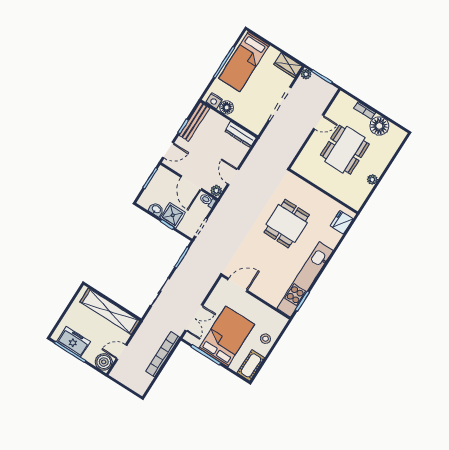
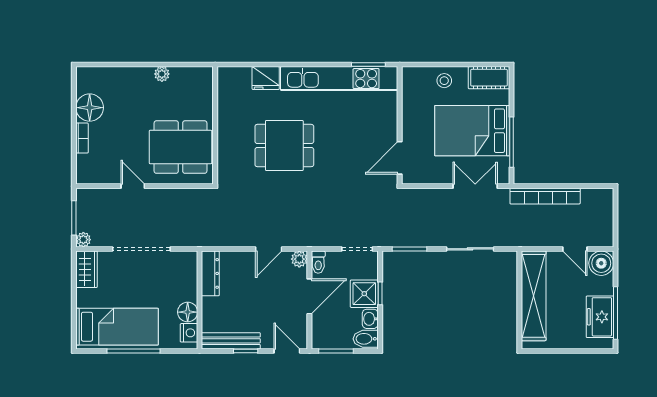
dining table: (345, 150) -> (181, 147), moved
bidet: (146, 200) -> (366, 339), added
fridge: (342, 222) -> (266, 78), moved
door: (238, 285) -> (400, 158), hinge flipped

